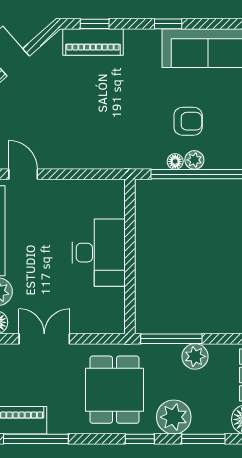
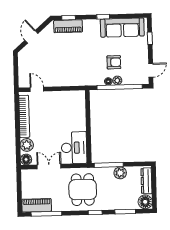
desk: (99, 253) -> (74, 148), moved
plant: (174, 417) -> (111, 202), removed

